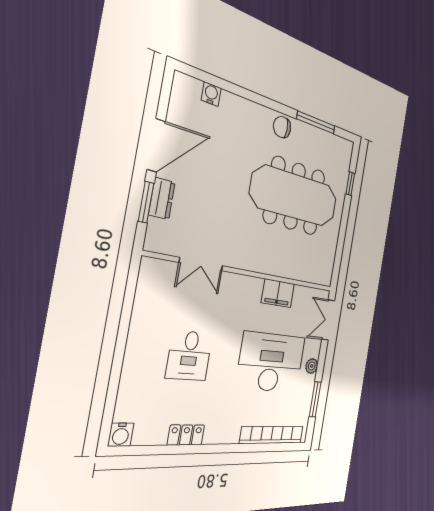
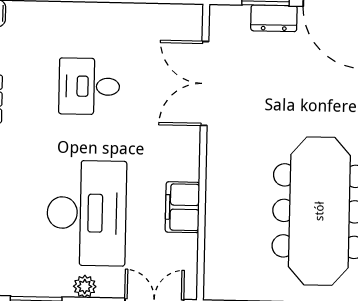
double door: (201, 264) -> (205, 83), width x1.37

